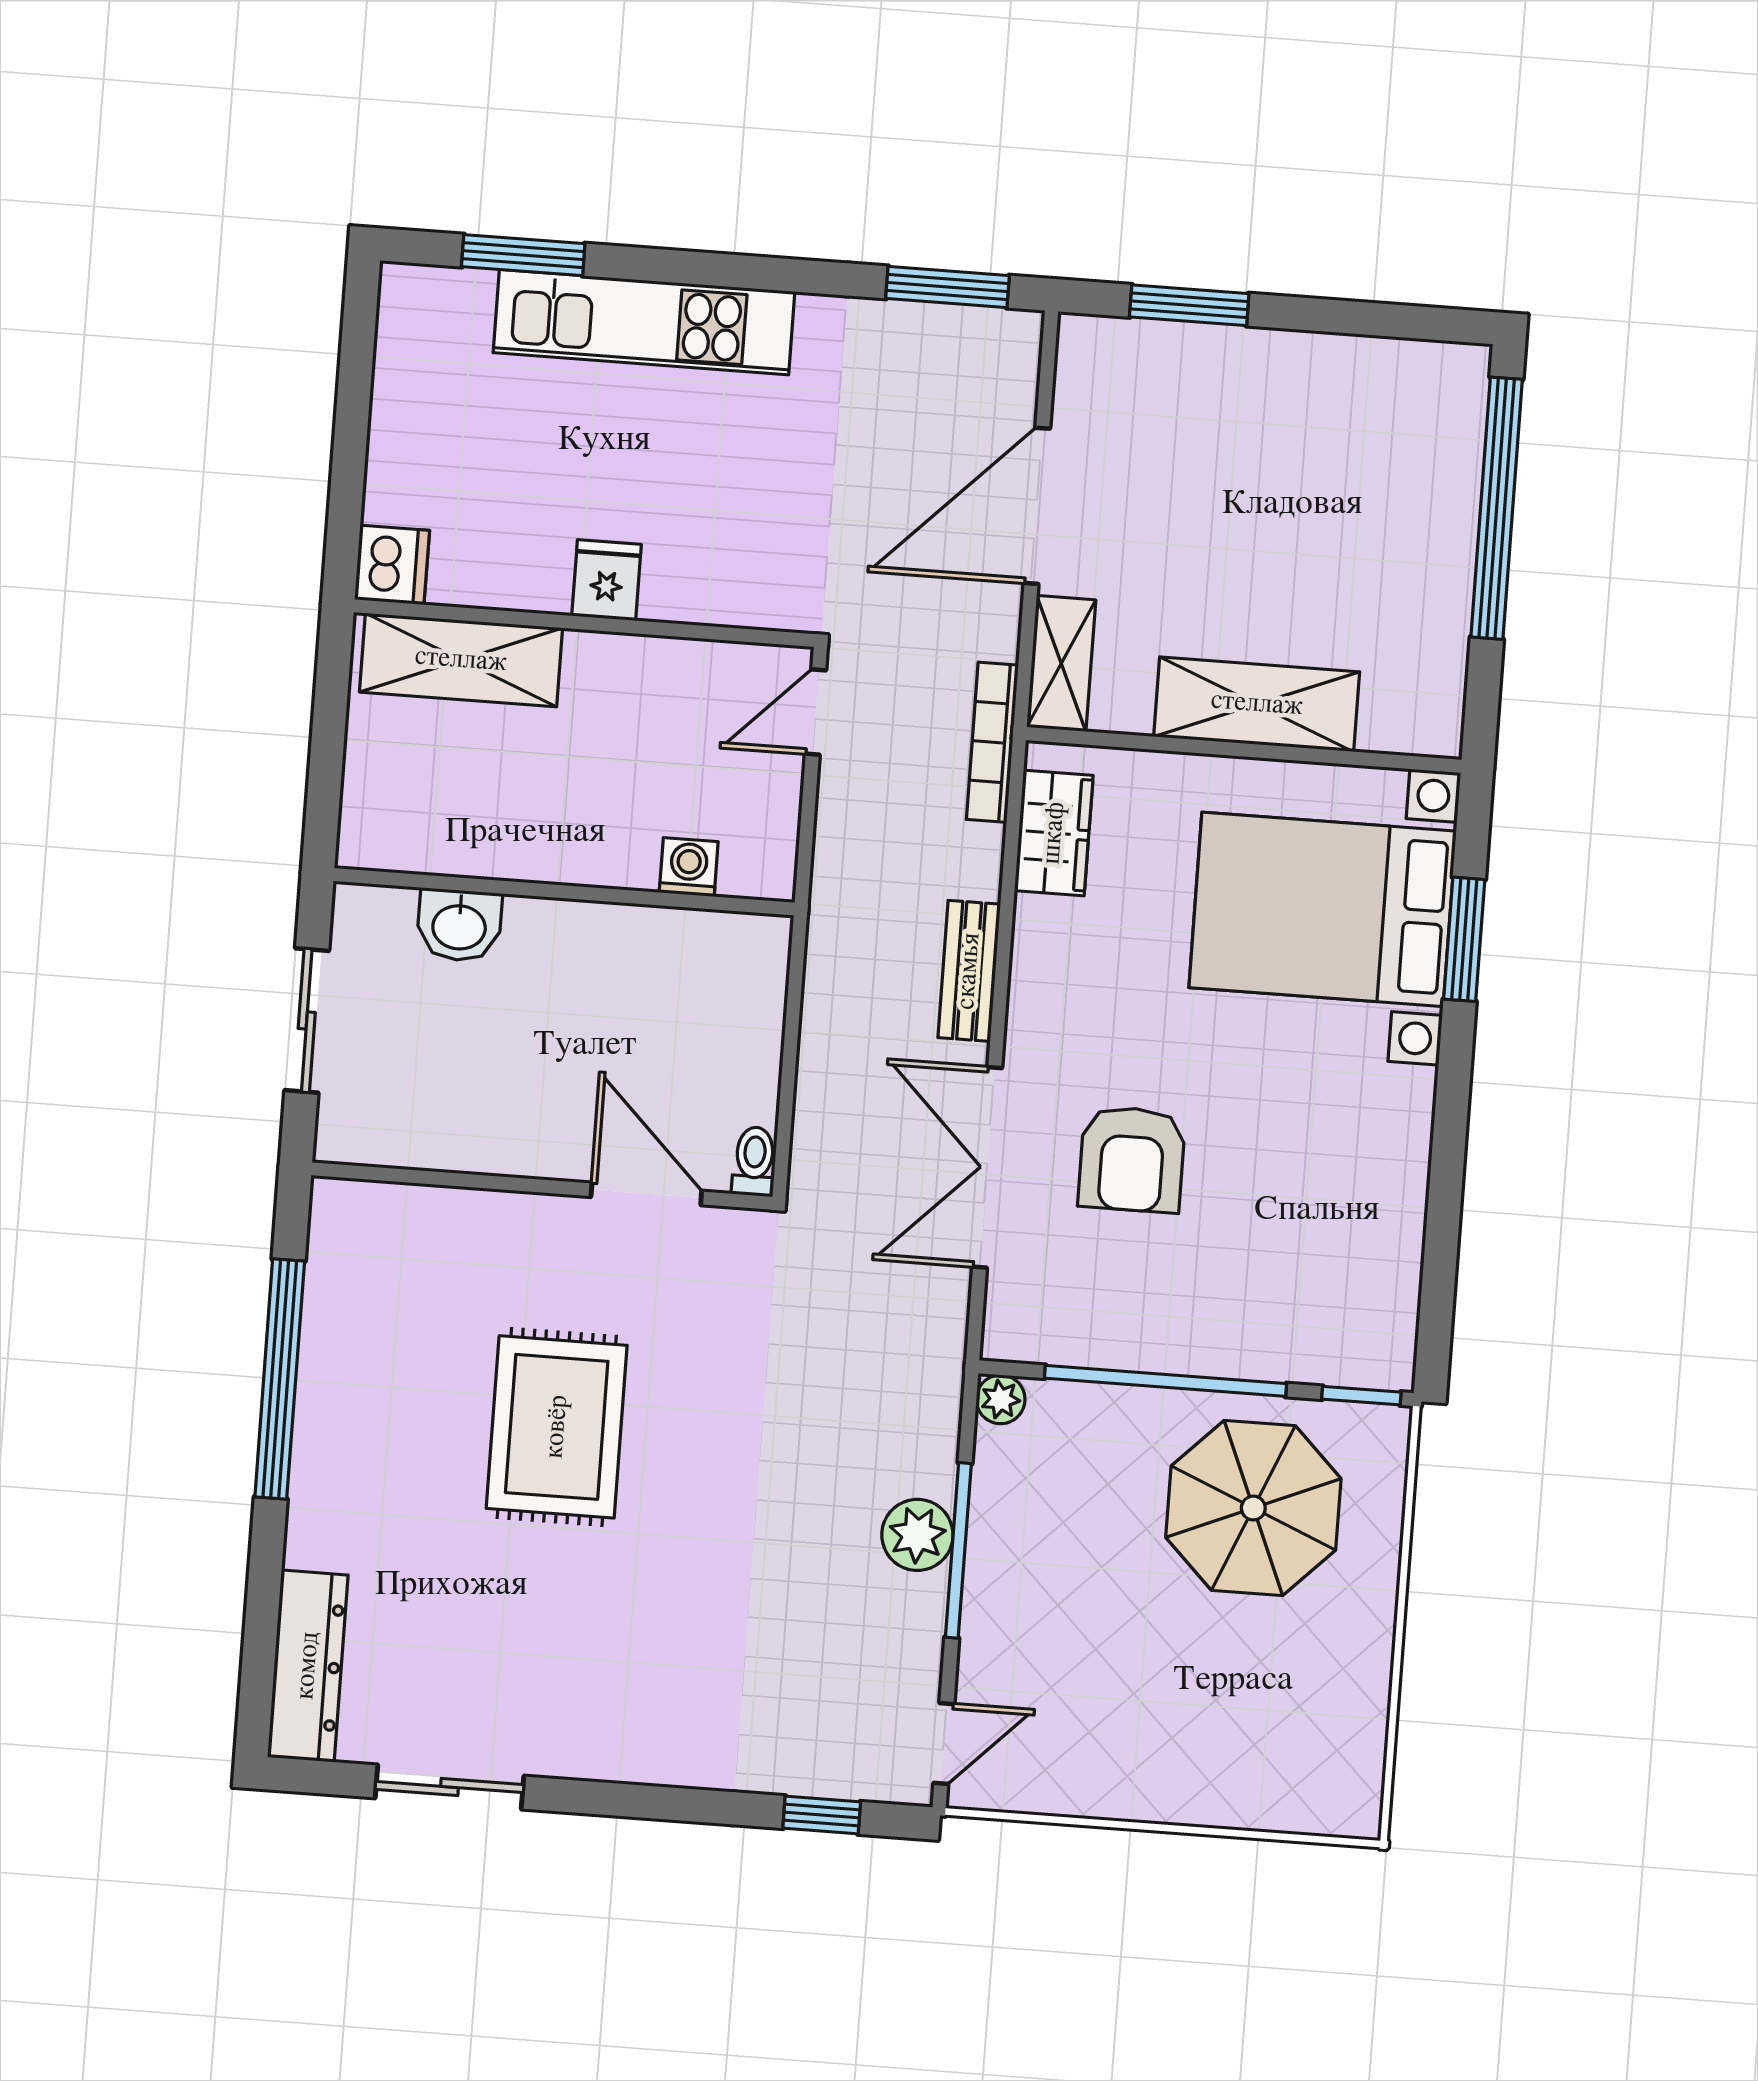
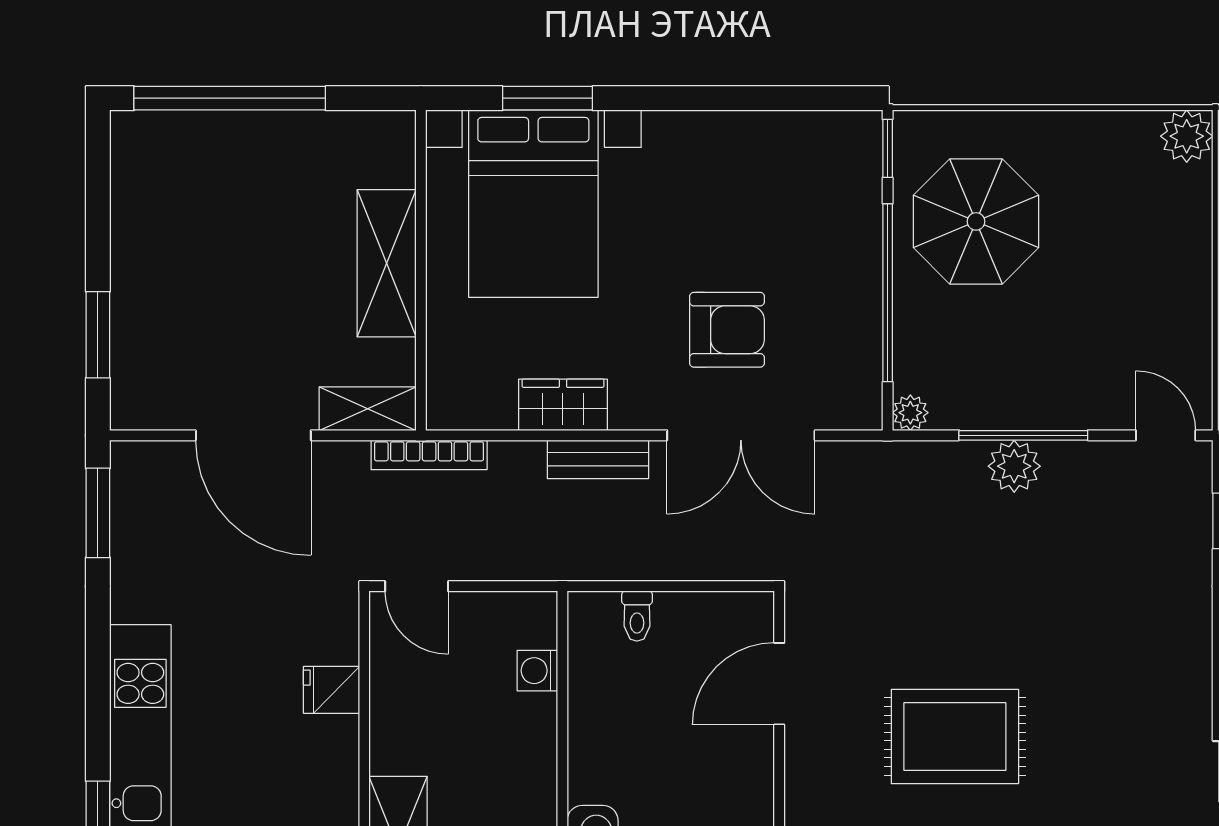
fridge: (607, 580) -> (331, 690), moved
wardrobe: (1054, 833) -> (563, 405), moved
toilet: (754, 1161) -> (637, 616), moved, turned -90
plant: (1347, 1803) -> (1187, 136), added

